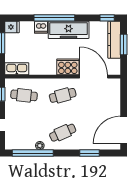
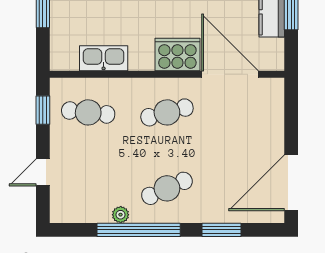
kitchen sink: (17, 69) -> (104, 58), moved
window: (33, 153) -> (139, 230), moved

